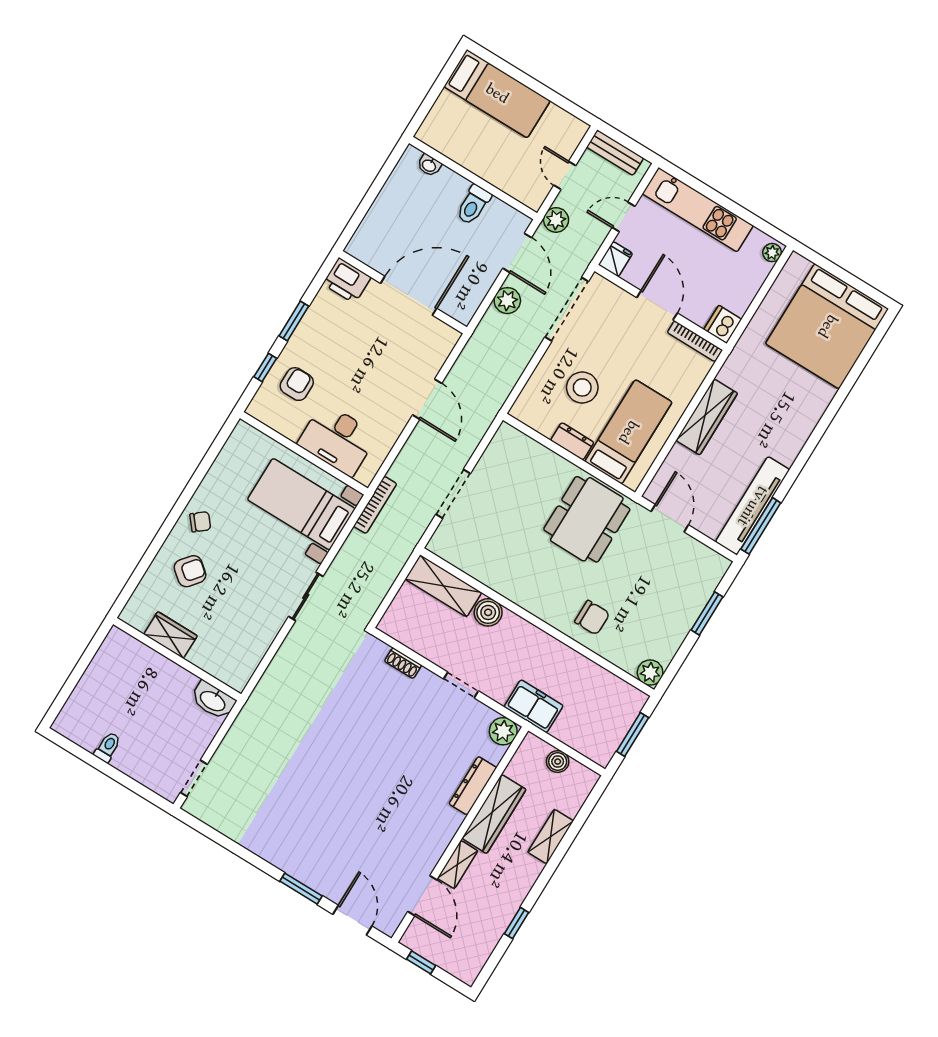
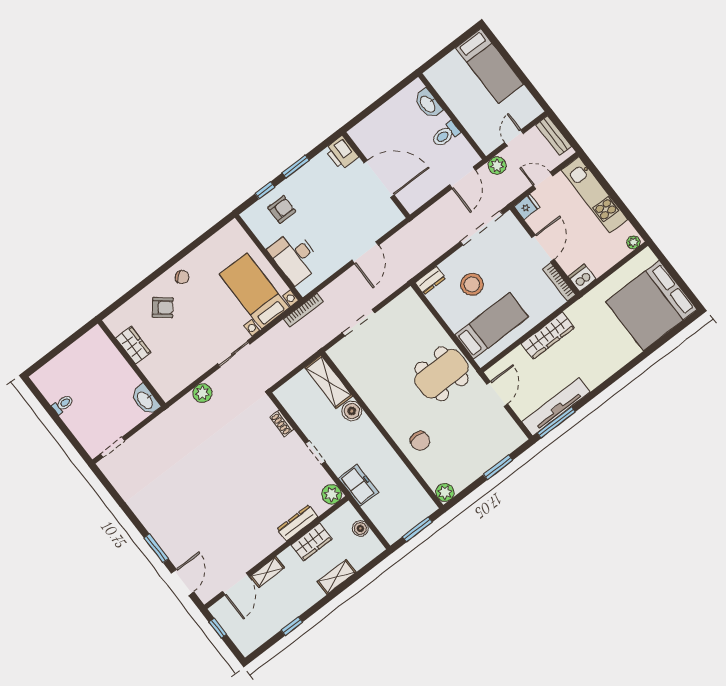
washbasin: (429, 165) -> (428, 104), width x1.91, depth x1.45
plant: (507, 301) -> (202, 393), moved
dresser: (572, 441) -> (430, 280), moved, turned 90
wardrobe: (494, 814) -> (312, 542), width x0.67

